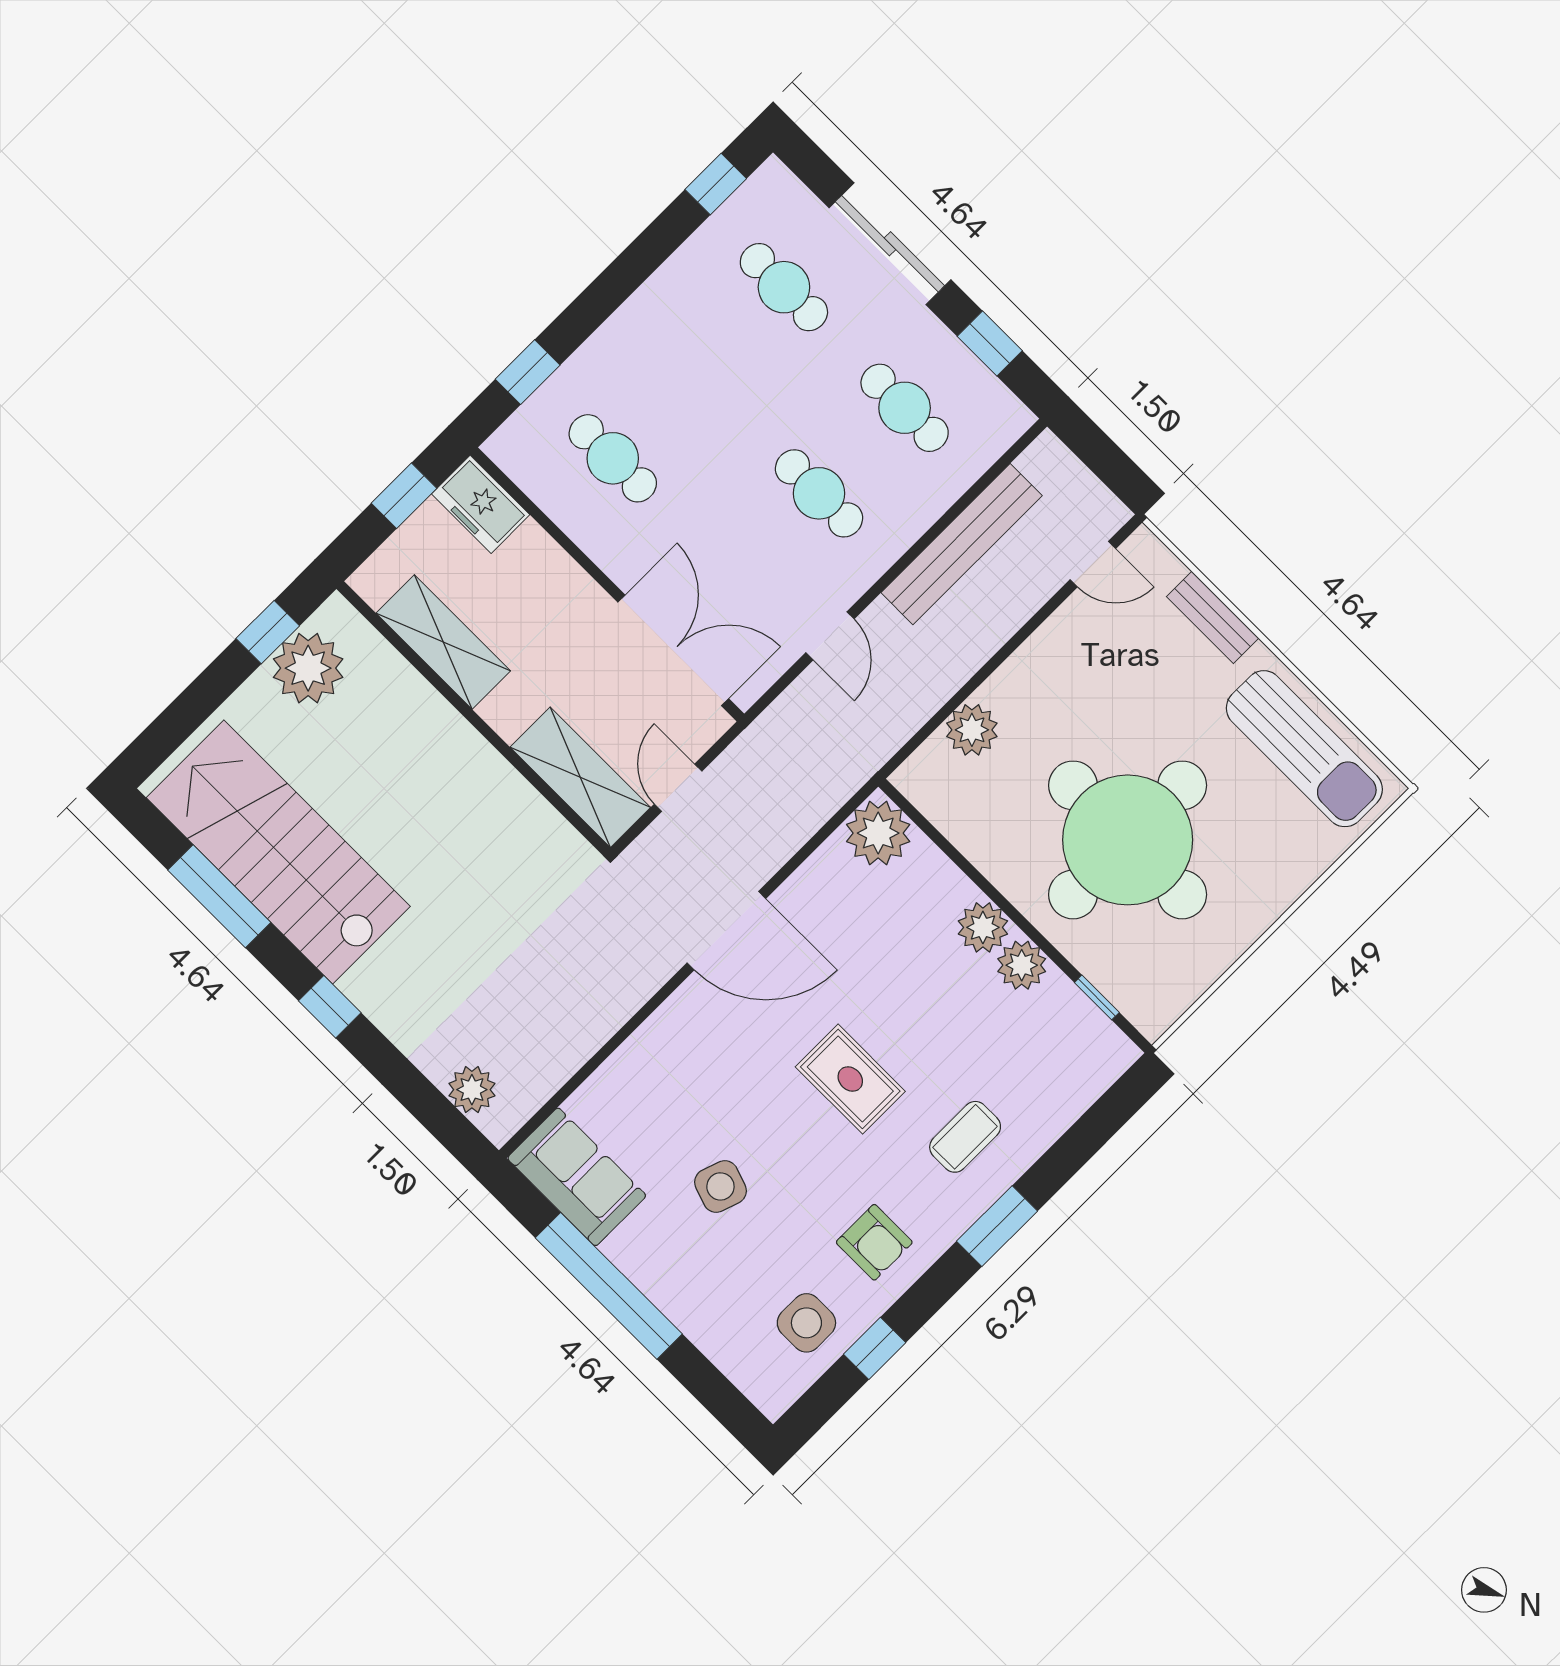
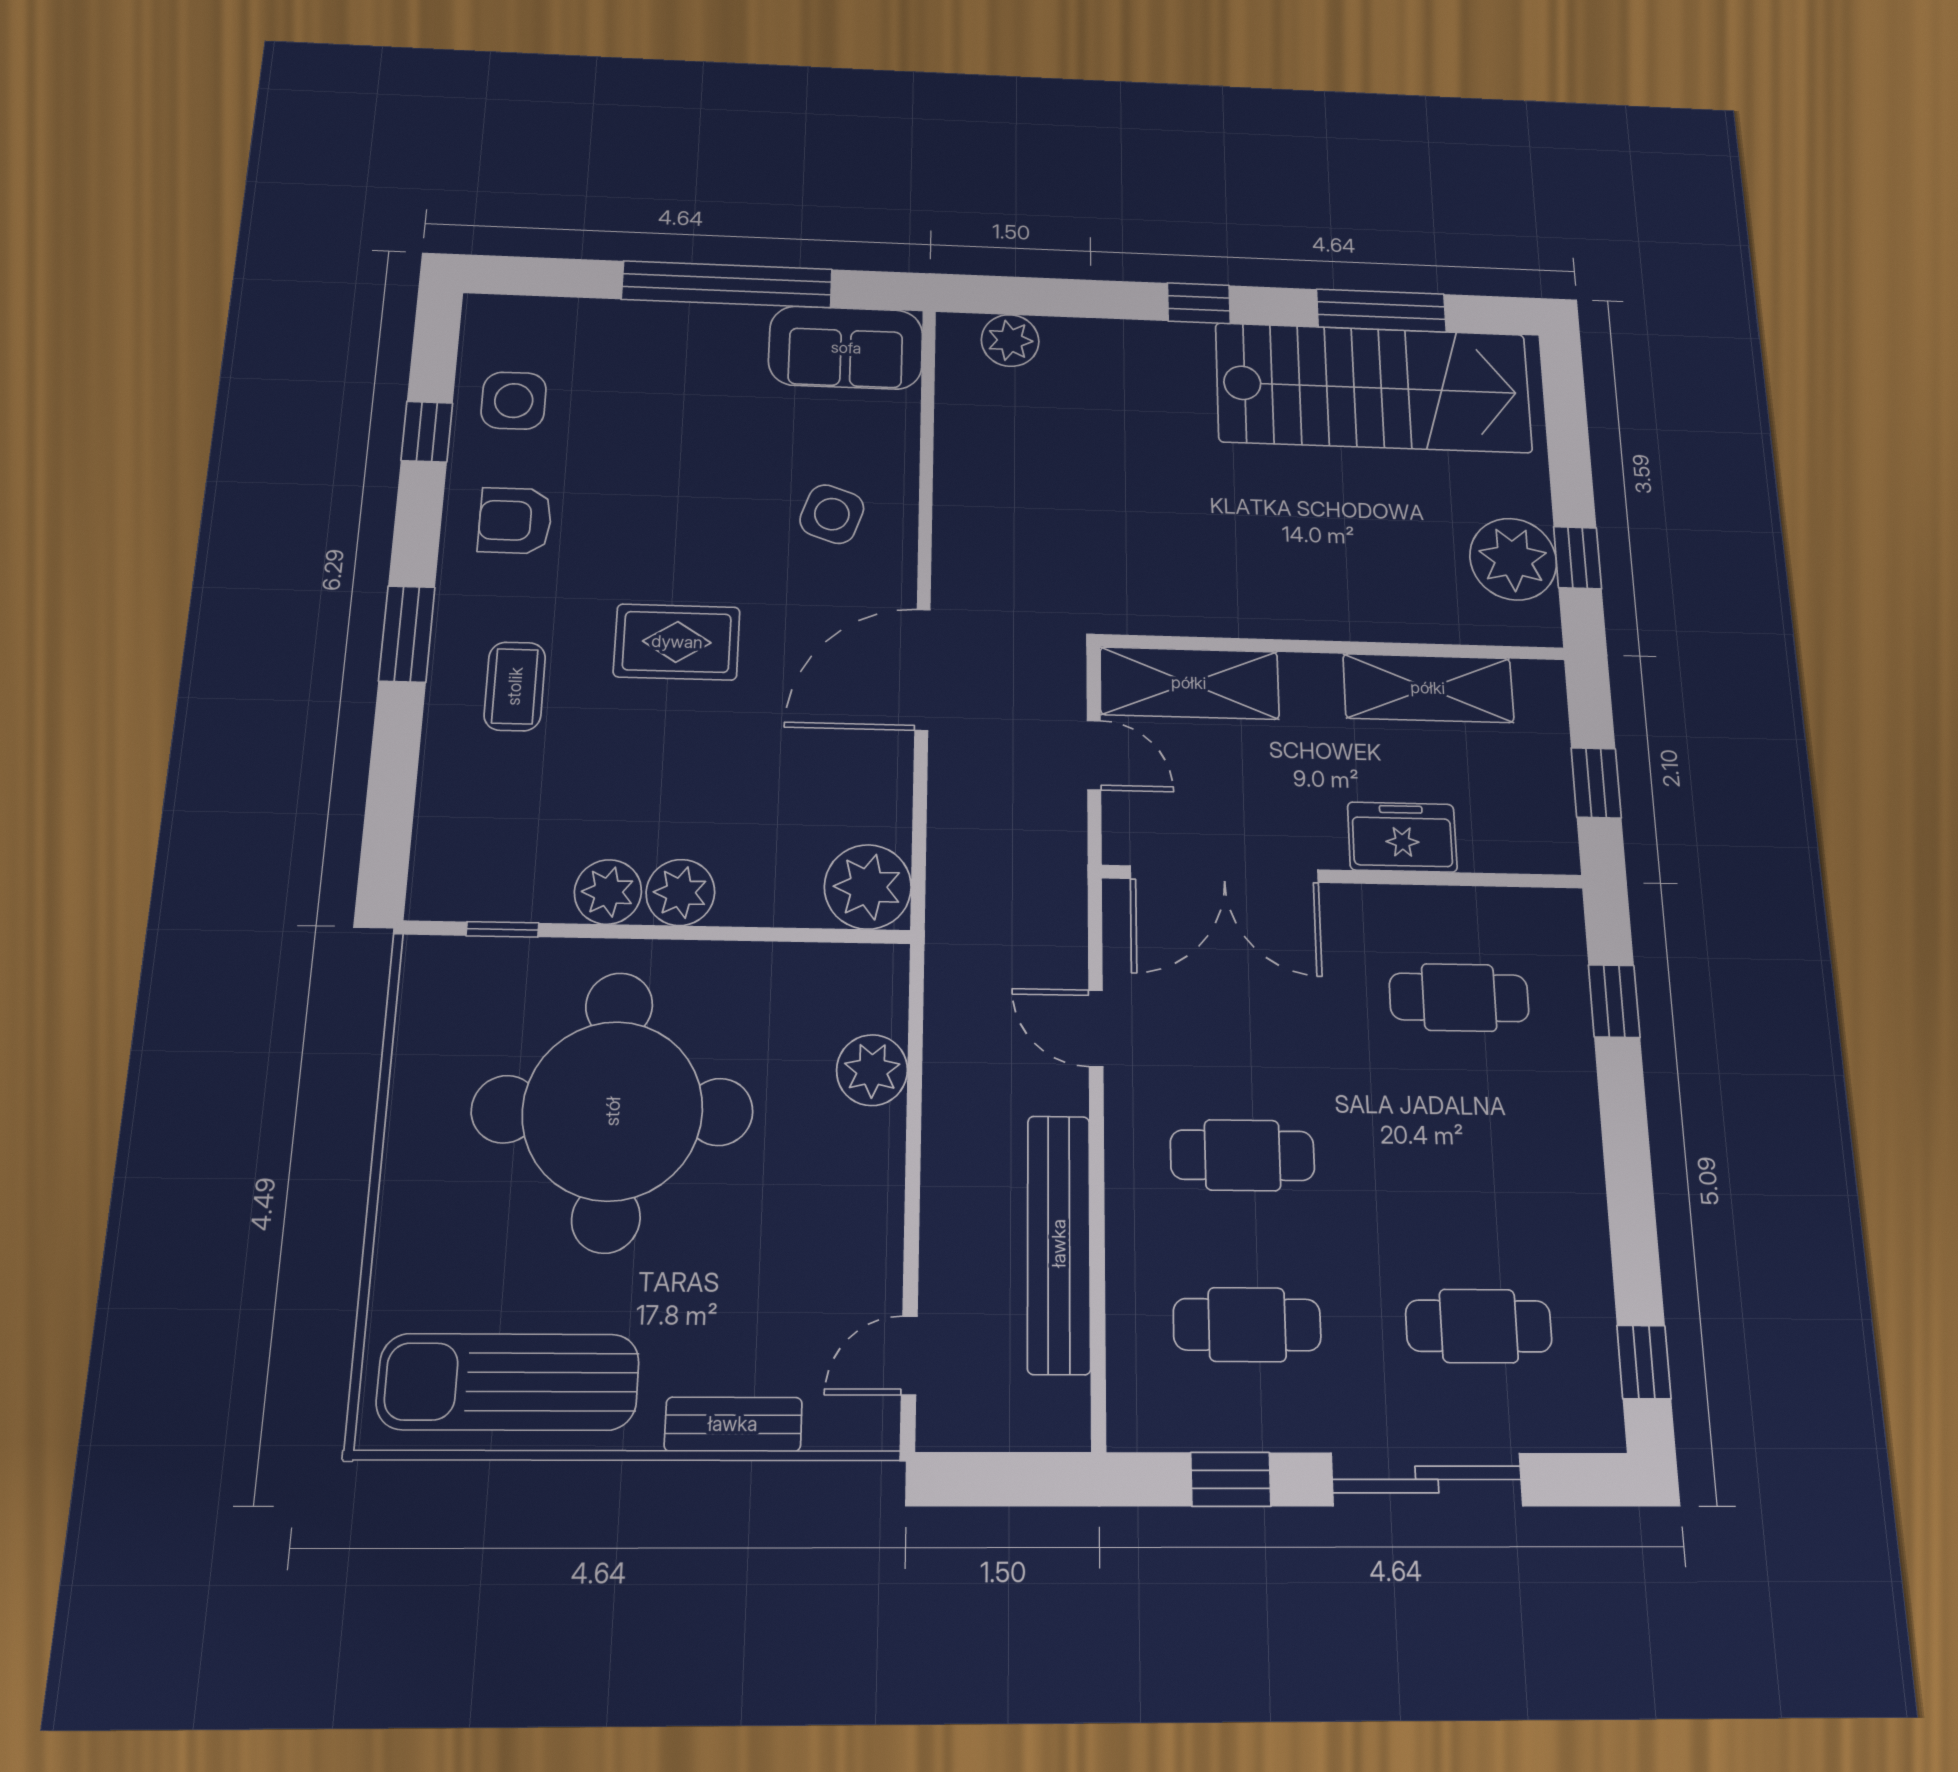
freezer: (481, 504) -> (1402, 837), moved
side table: (720, 1186) -> (832, 514), moved

